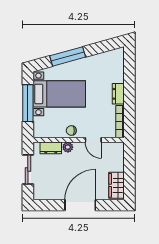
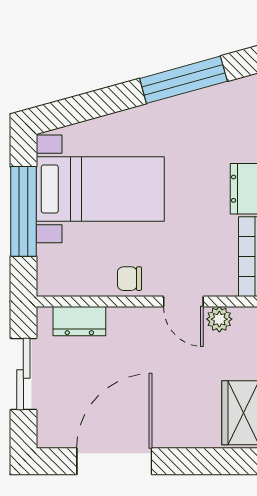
window: (68, 56) -> (183, 80), moved
plant: (68, 147) -> (219, 319), moved
door: (80, 205) -> (114, 461), moved

